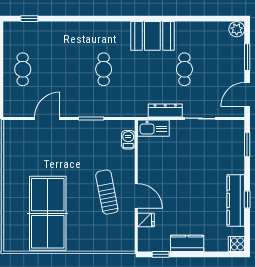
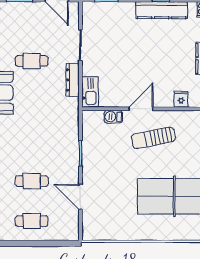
cafe table: (104, 69) -> (32, 181), moved
barbecue: (128, 140) -> (113, 117), moved
door: (136, 196) -> (141, 109), moved

